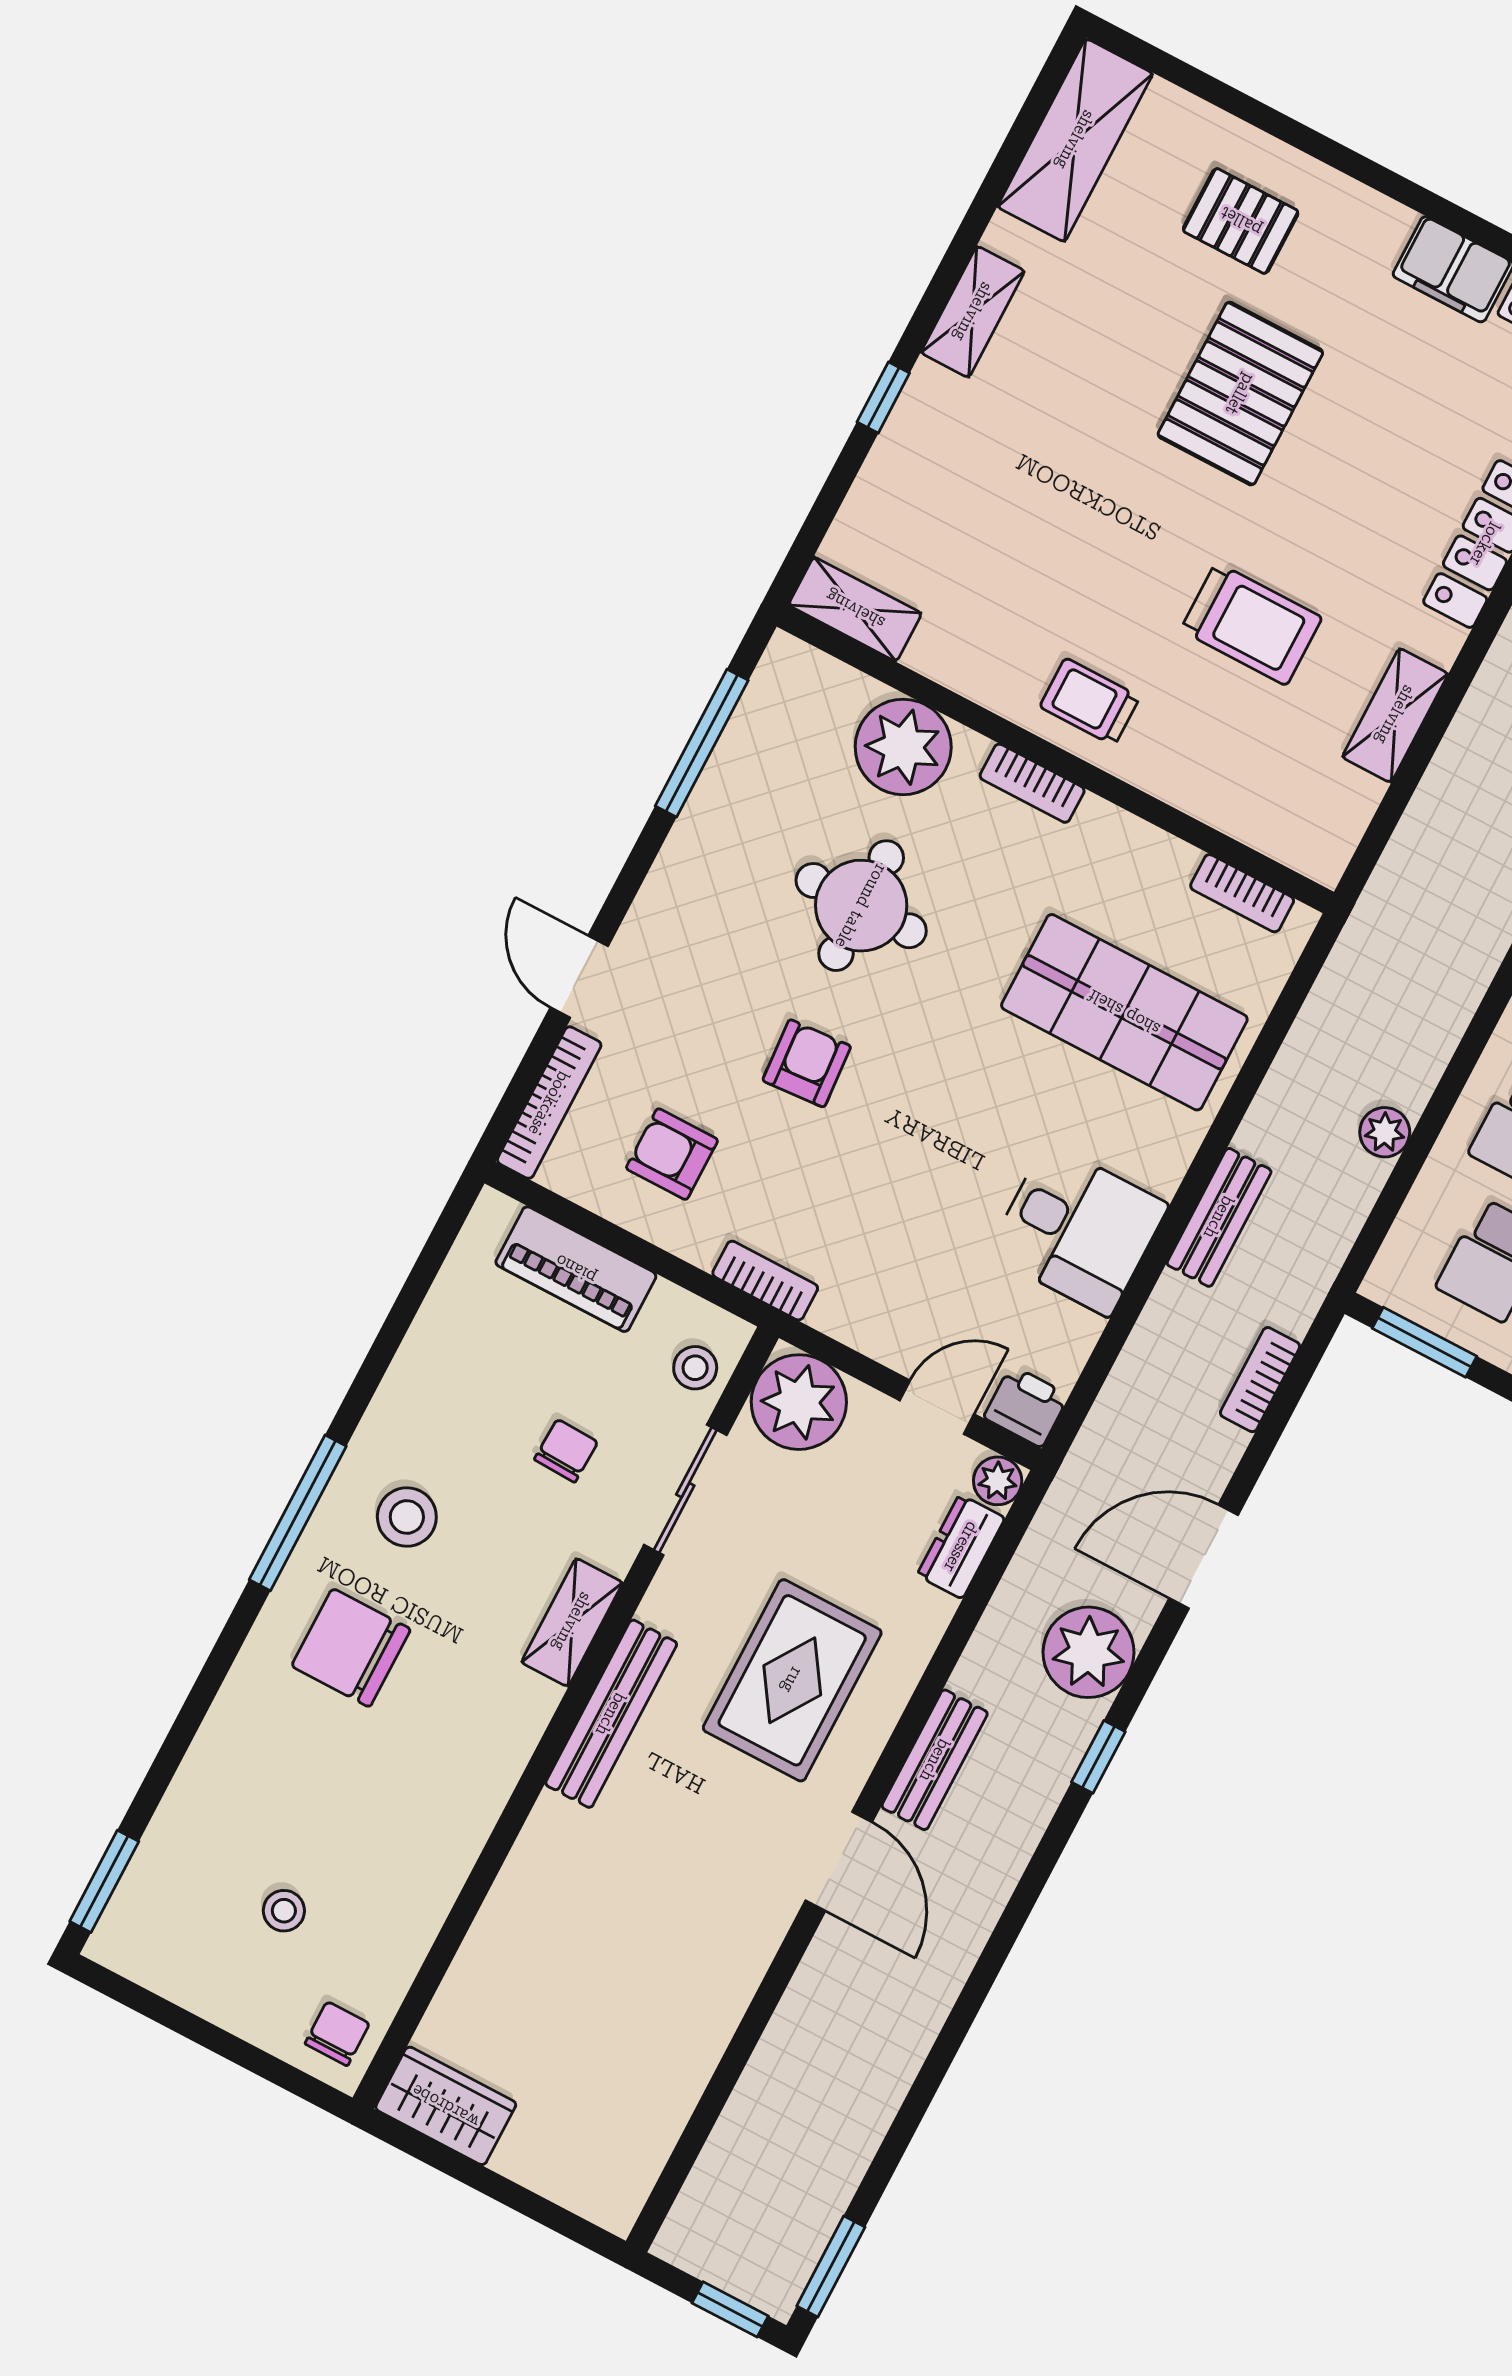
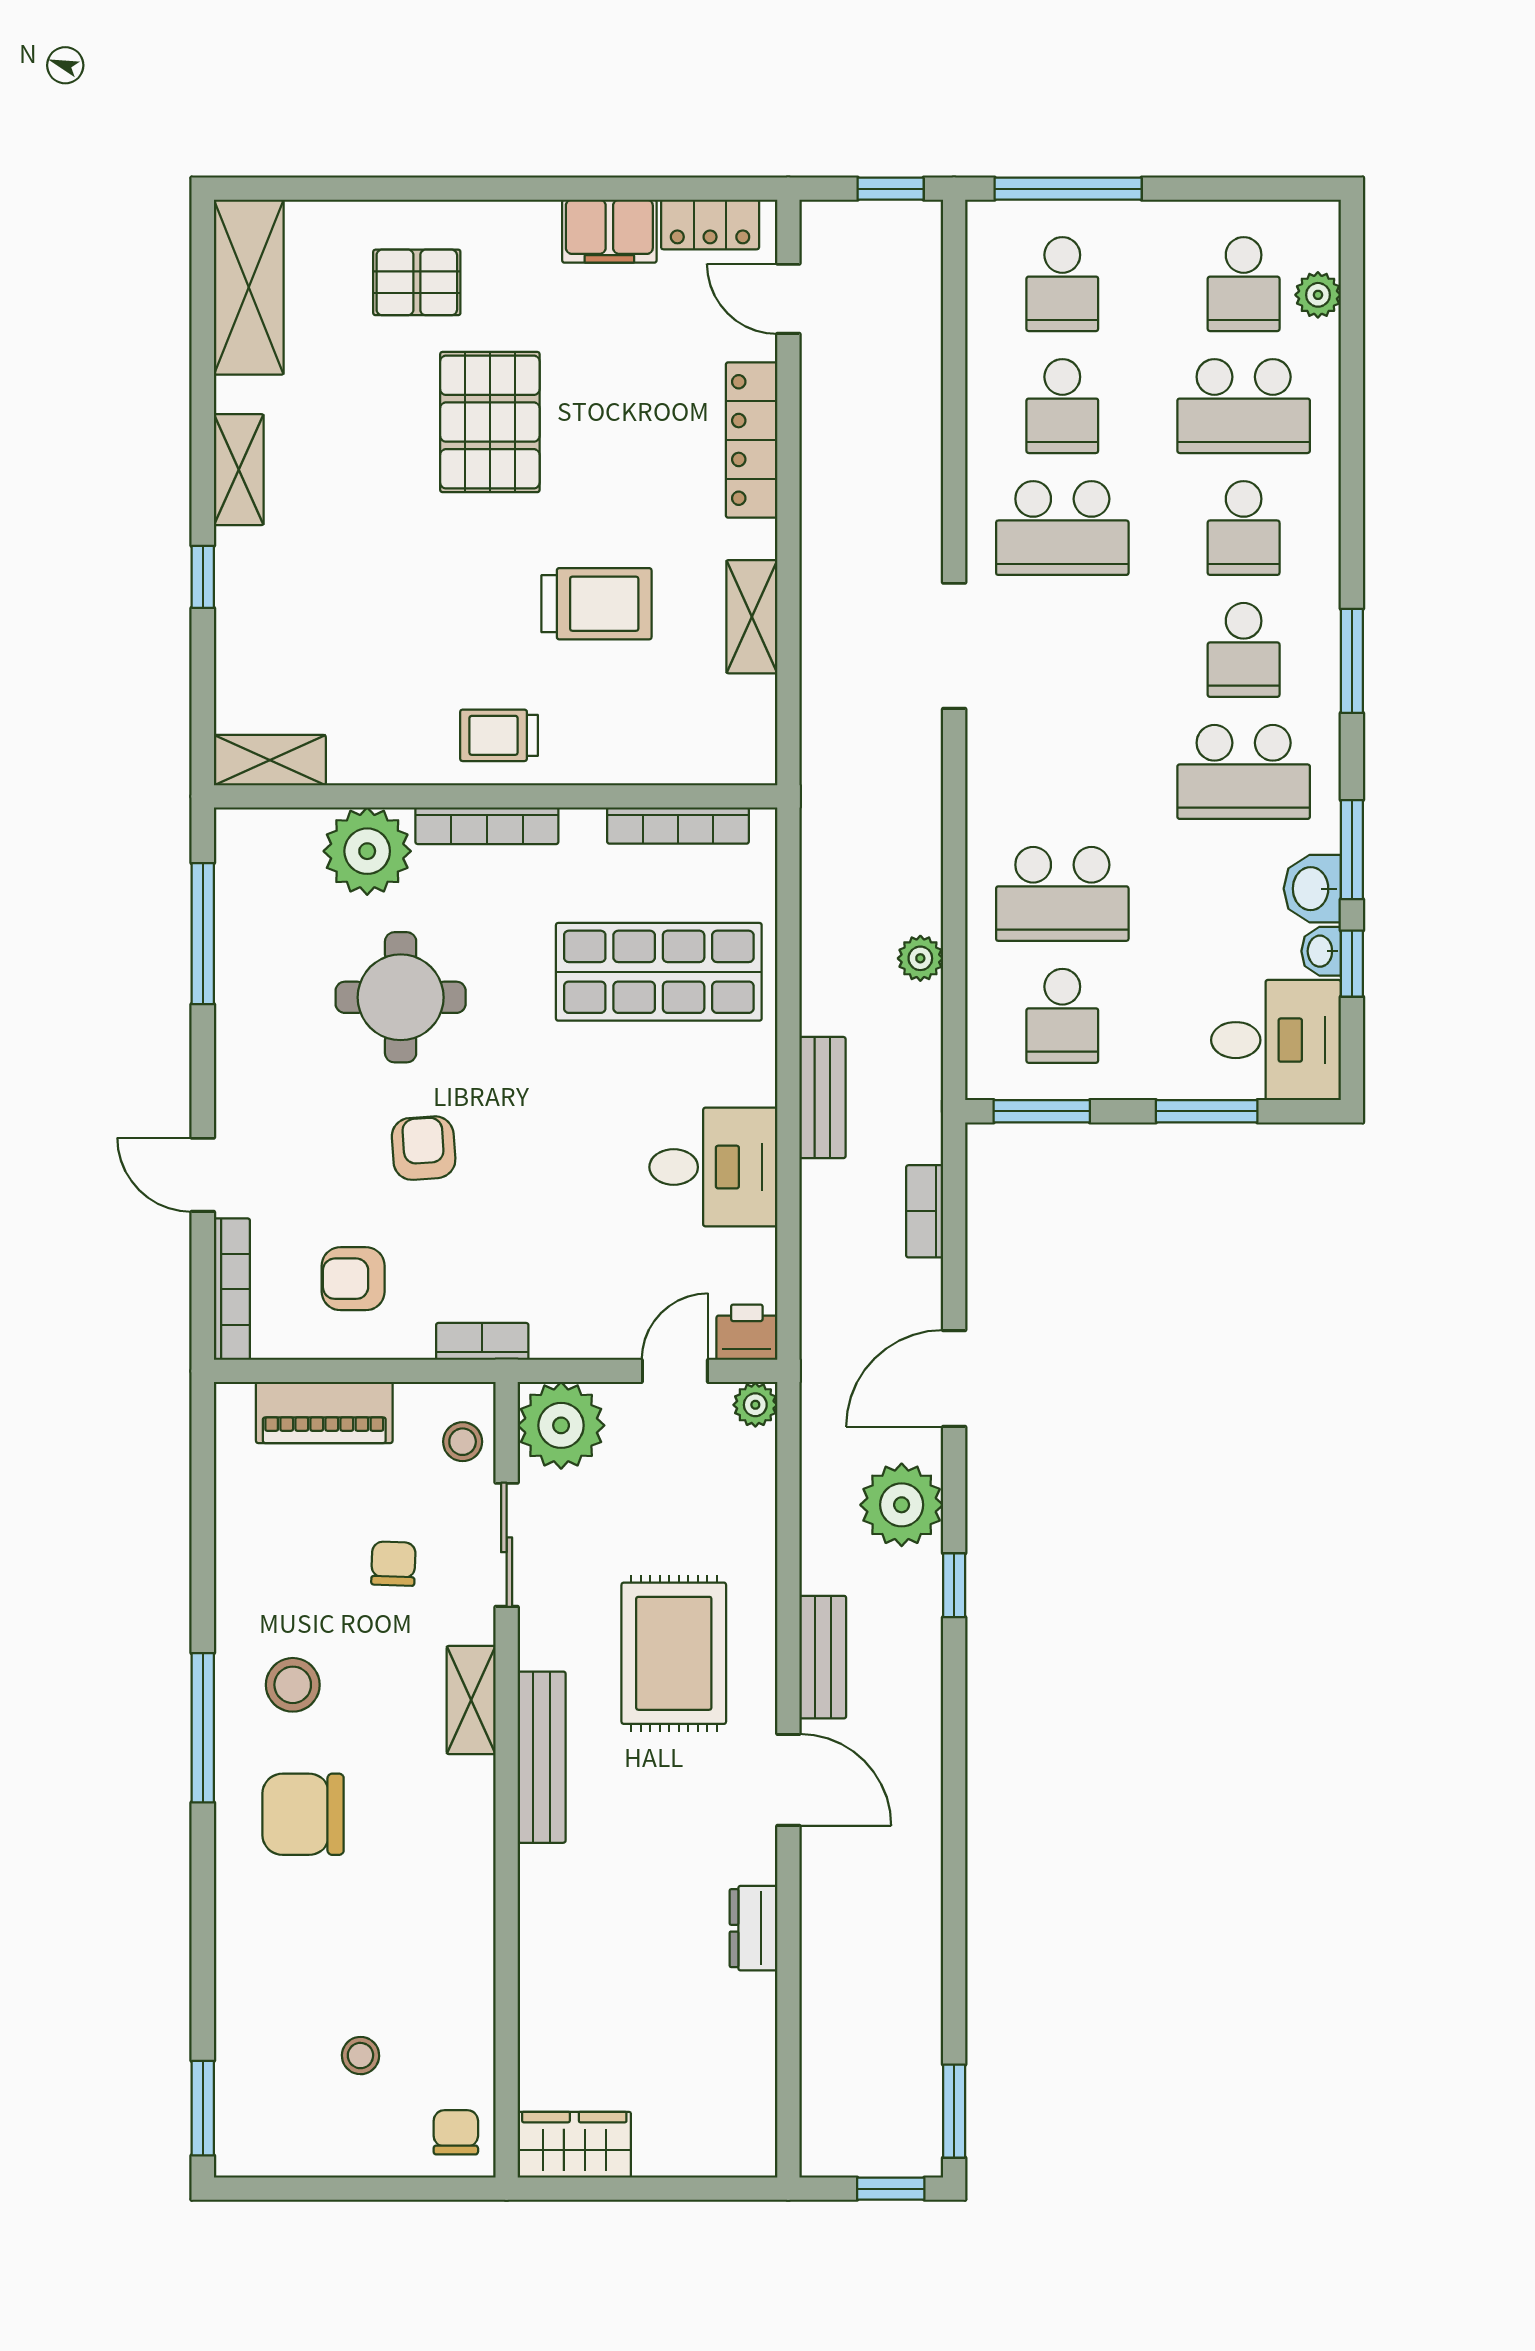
bookcase: (1032, 783) -> (487, 826), width x1.56
bookcase: (1242, 893) -> (678, 826), width x1.56
dresser: (961, 1547) -> (754, 1928), moved

